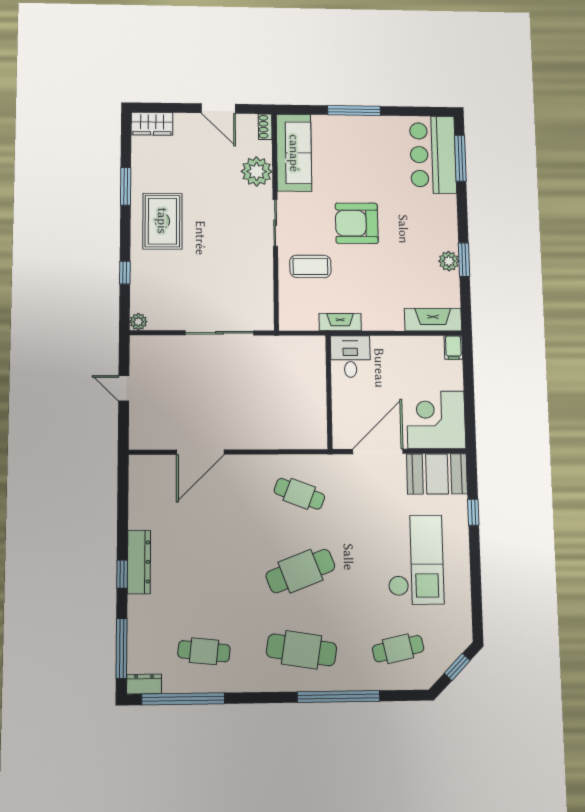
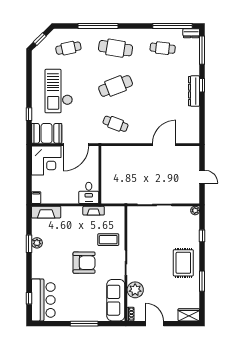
window: (460, 158) -> (29, 298), width x0.46

